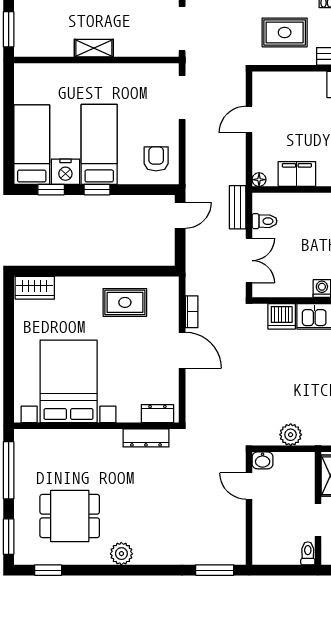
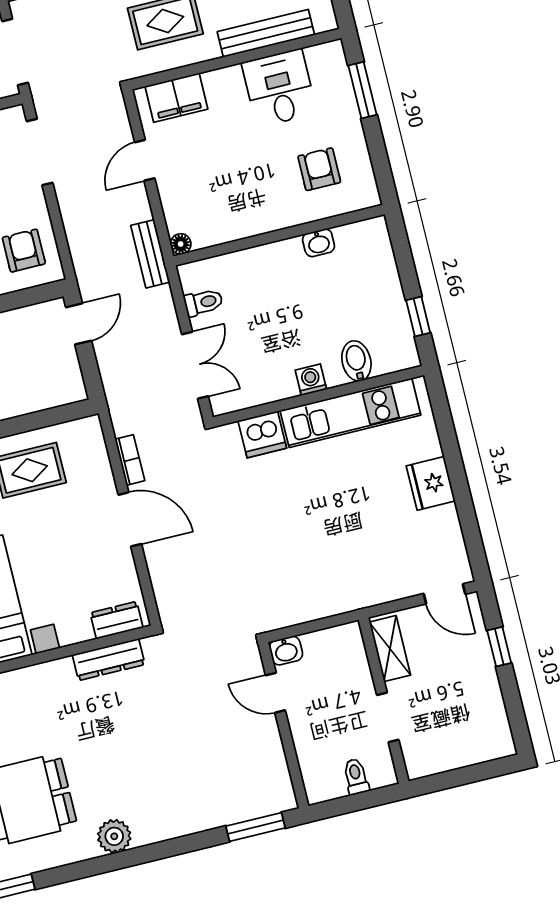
filing cabinet: (297, 174) -> (176, 98), moved, turned 180
bench: (238, 207) -> (150, 254), moved
plant: (291, 435) -> (317, 603), removed
toilet: (308, 553) -> (356, 777), moved

